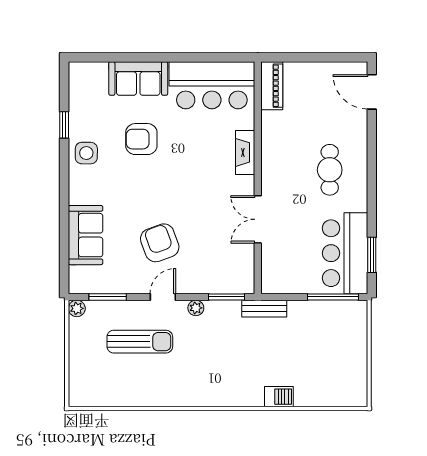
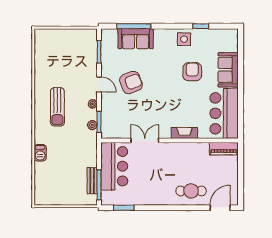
cafe table: (330, 170) -> (191, 191), moved
window: (64, 238) -> (134, 26), added
bar counter: (345, 253) -> (114, 166), moved, turned 90
plant: (77, 308) -> (92, 125), moved
bench: (264, 309) -> (92, 181), moved
sun lounger: (140, 342) -> (57, 107), moved

